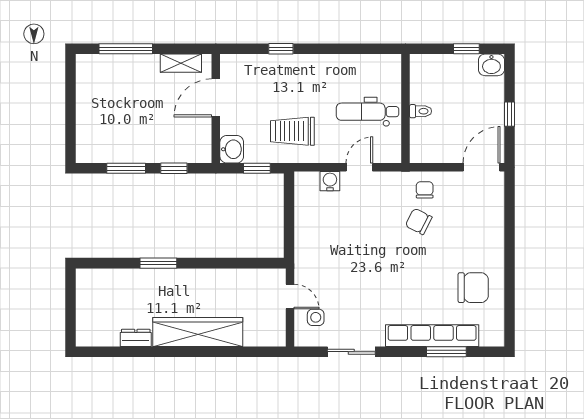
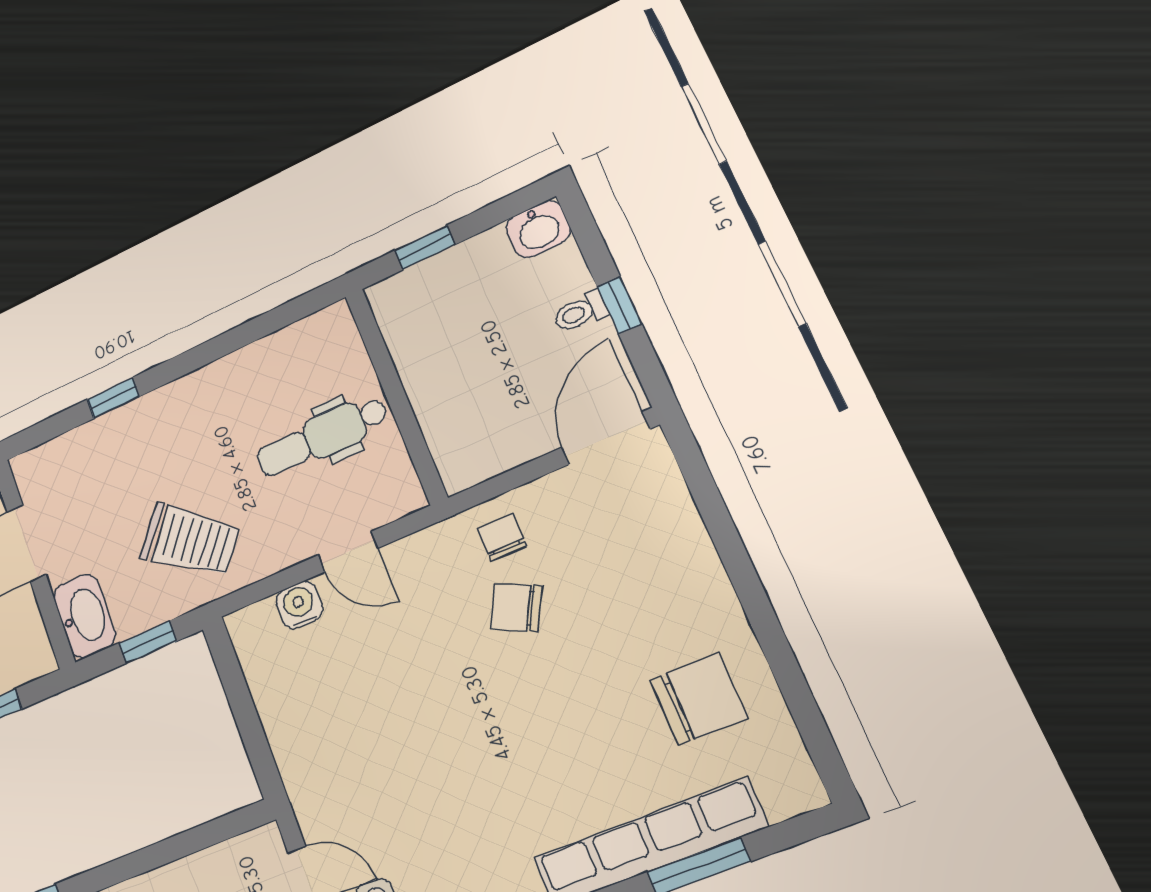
window: (466, 49) -> (425, 247), moved
toilet: (421, 111) -> (580, 312), moved, turned 180
trolley: (292, 131) -> (190, 540), turned -142
washbasin: (232, 149) -> (85, 616), width x1.38
door: (359, 167) -> (348, 552), swing flipped

